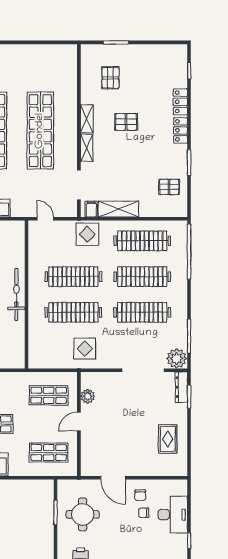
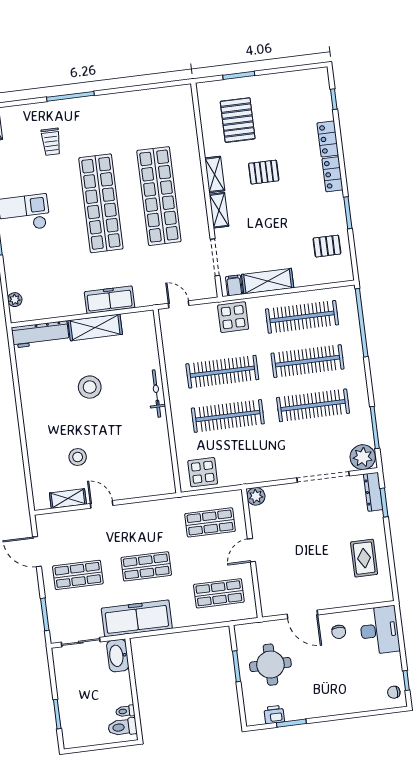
pallet: (110, 78) -> (238, 120), width x1.50, depth x1.42
bicycle: (16, 294) -> (156, 394), width x0.73, depth x0.71
display table: (85, 349) -> (203, 472), moved
plant: (88, 396) -> (256, 496), moved
chair: (144, 513) -> (394, 692), moved
desk: (173, 515) -> (379, 630), moved

